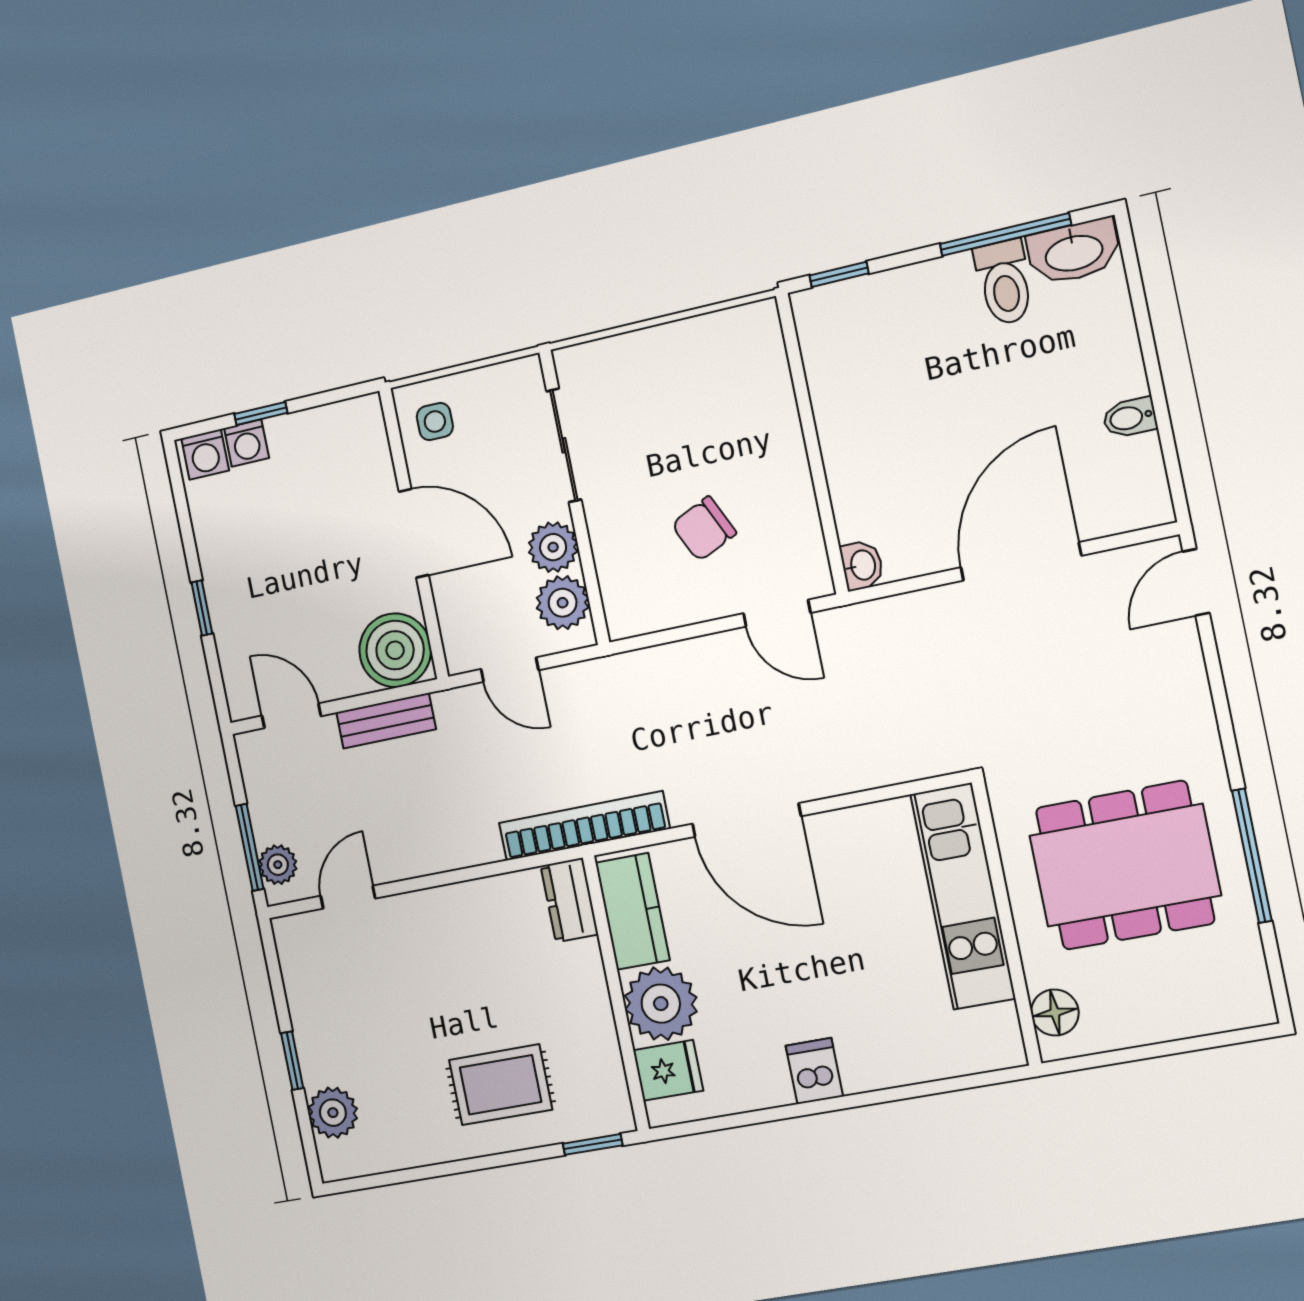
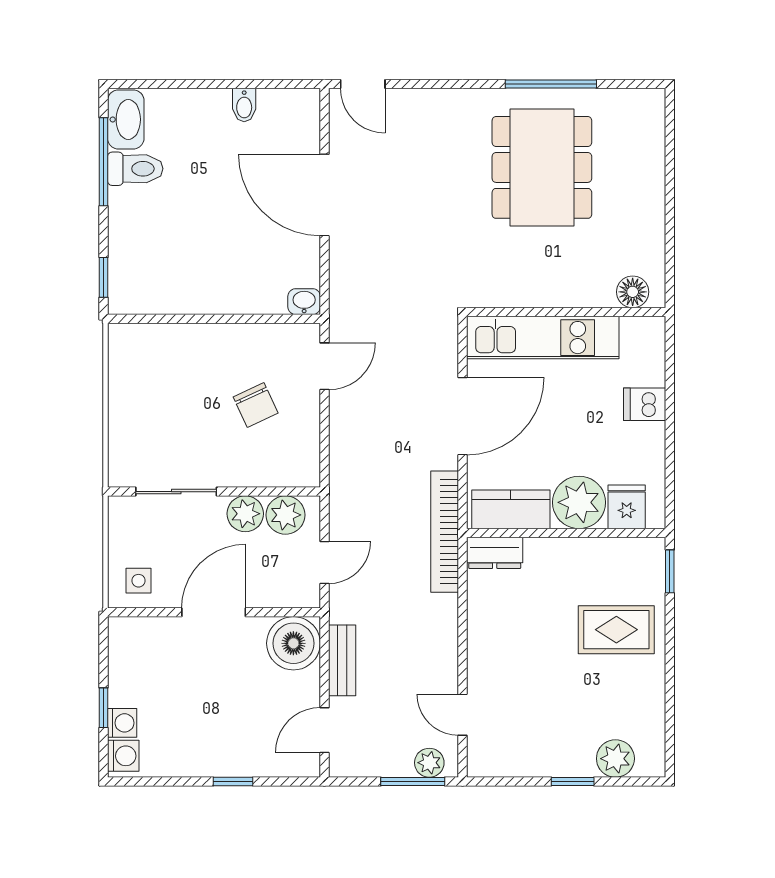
kitchen unit: (963, 896) -> (543, 338), moved
wall: (1006, 923) -> (566, 312), moved
floor lamp: (1055, 1012) -> (633, 292), moved
rug: (501, 1085) -> (616, 630), turned 90

